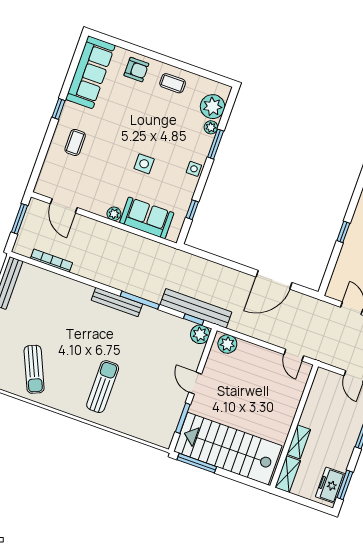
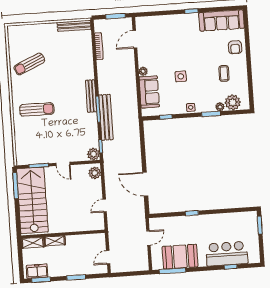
coffee table: (173, 83) -> (224, 73), moved
coffee table: (75, 142) -> (176, 30), removed
bench: (196, 308) -> (106, 117), moved
door: (294, 355) -> (105, 206), moved
door: (195, 383) -> (63, 164), swing flipped

